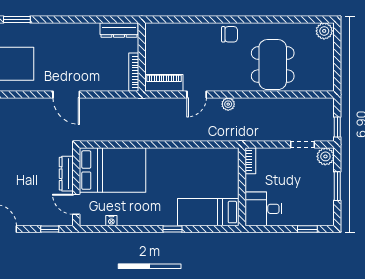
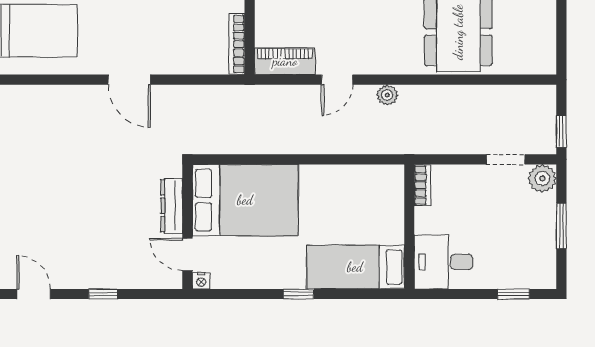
bed: (112, 170) -> (245, 200), moved
dresser: (66, 174) -> (172, 206), moved
wall: (76, 187) -> (187, 227), moved
door: (76, 204) -> (187, 254), moved

